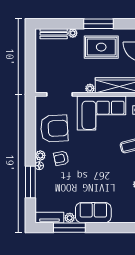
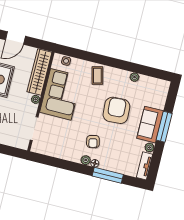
armchair: (54, 129) -> (116, 110), moved
window: (69, 228) -> (164, 127), moved

